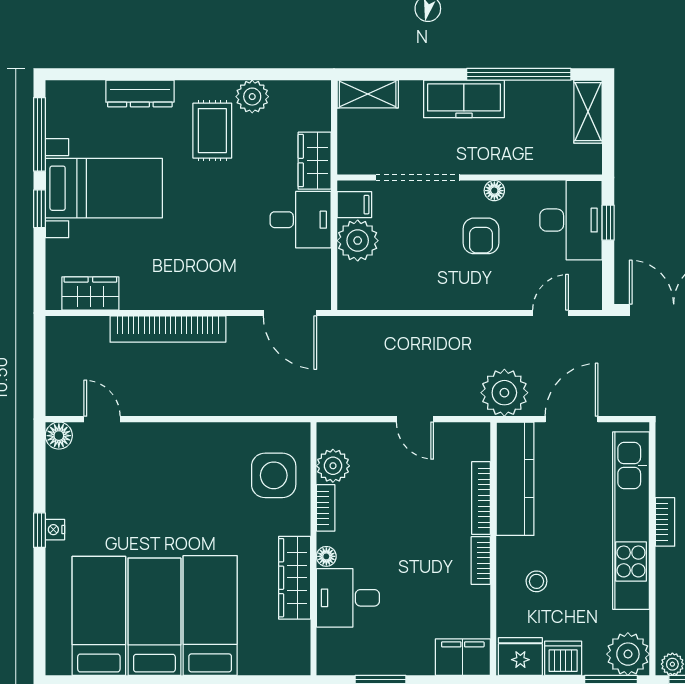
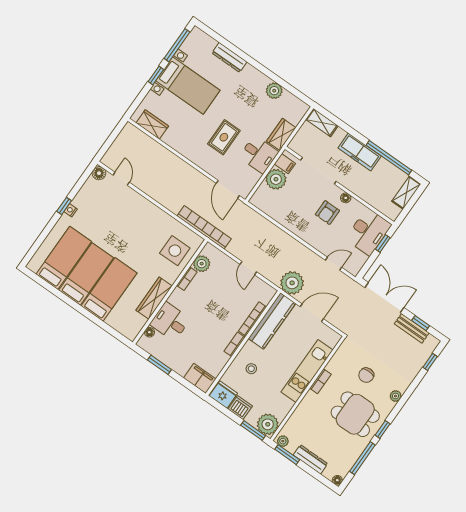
rug: (212, 131) -> (224, 137), moved
bookcase: (168, 329) -> (204, 227), moved, turned 180
kitchen unit: (631, 521) -> (307, 371), width x0.73
floor lamp: (326, 556) -> (149, 332), moved

